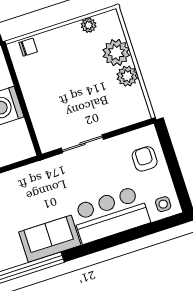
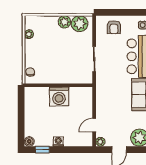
plant: (116, 53) -> (80, 24), moved
armchair: (145, 159) -> (114, 27), turned -90

